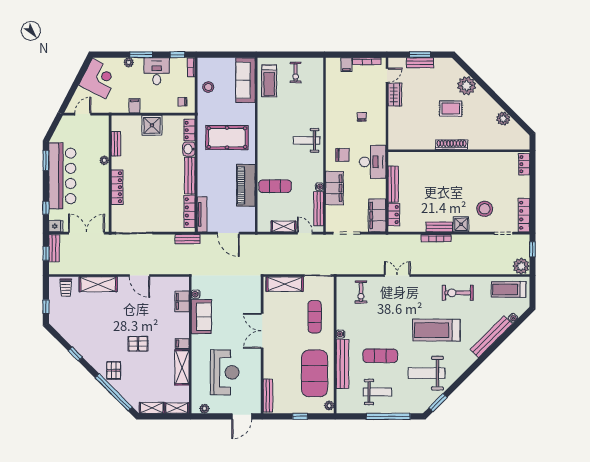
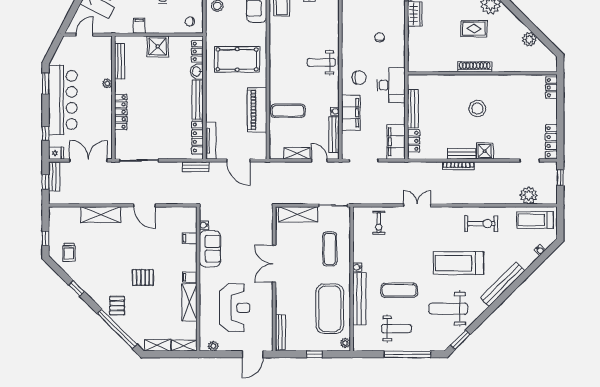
bench: (116, 144) -> (120, 61), width x1.36
stool: (485, 209) -> (477, 109), moved
plant: (521, 266) -> (529, 195), moved
trolley: (66, 288) -> (69, 252), moved
exercise bike: (458, 293) -> (481, 224), turned 180
filing cabinet: (182, 301) -> (190, 238), width x0.50
bench: (491, 337) -> (502, 284), moved

